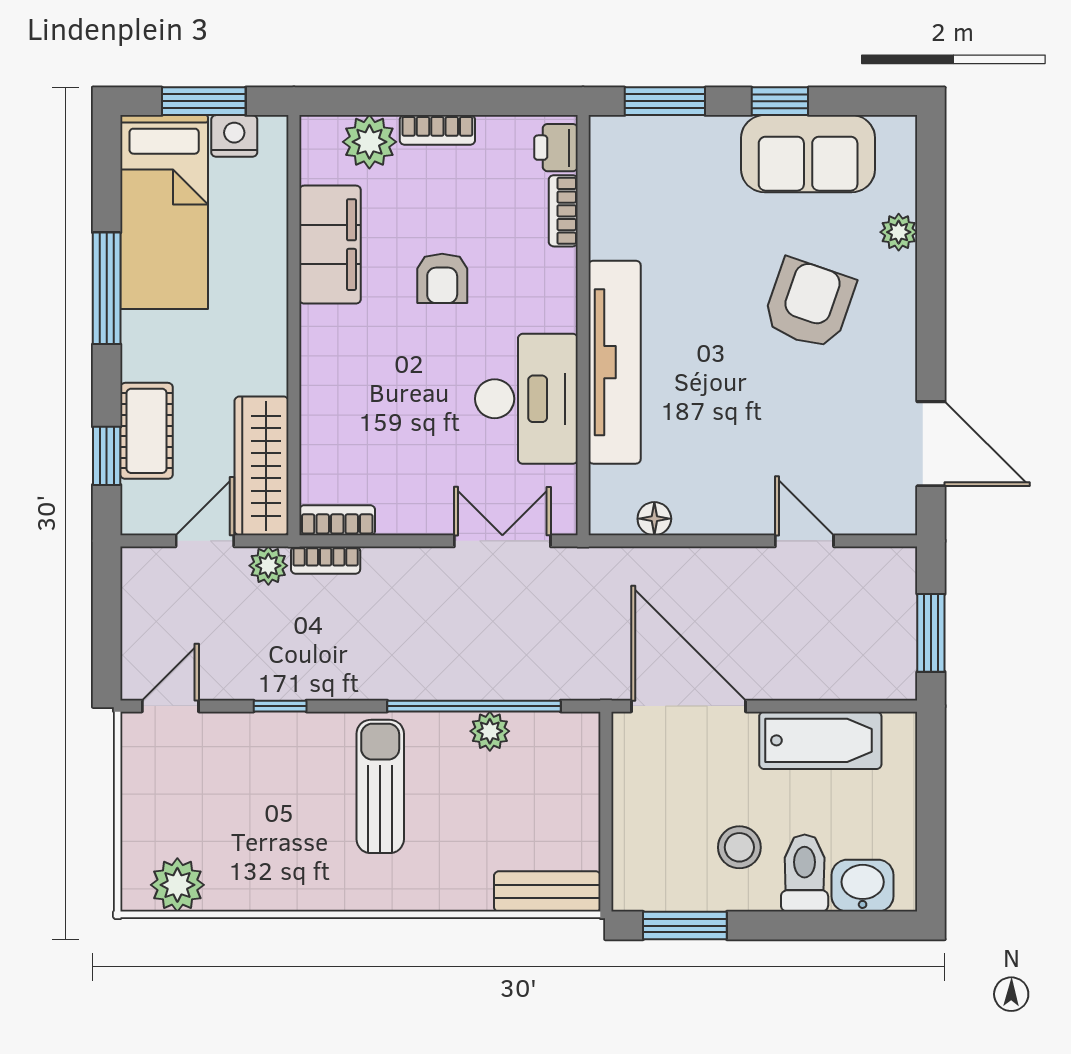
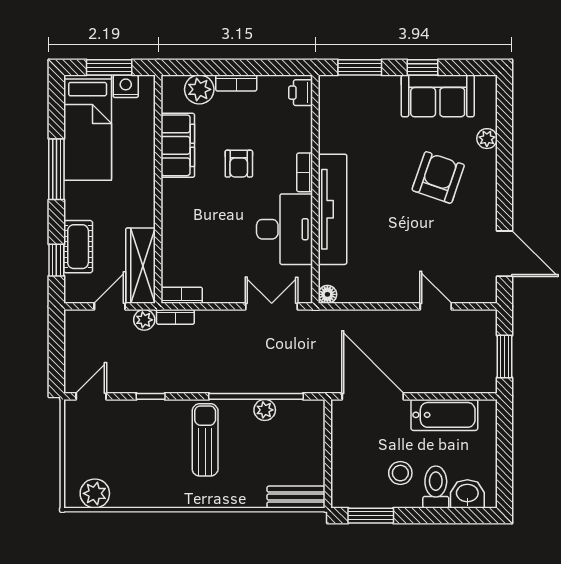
bookcase: (563, 211) -> (305, 172), moved
floor lamp: (654, 519) -> (327, 294), moved

